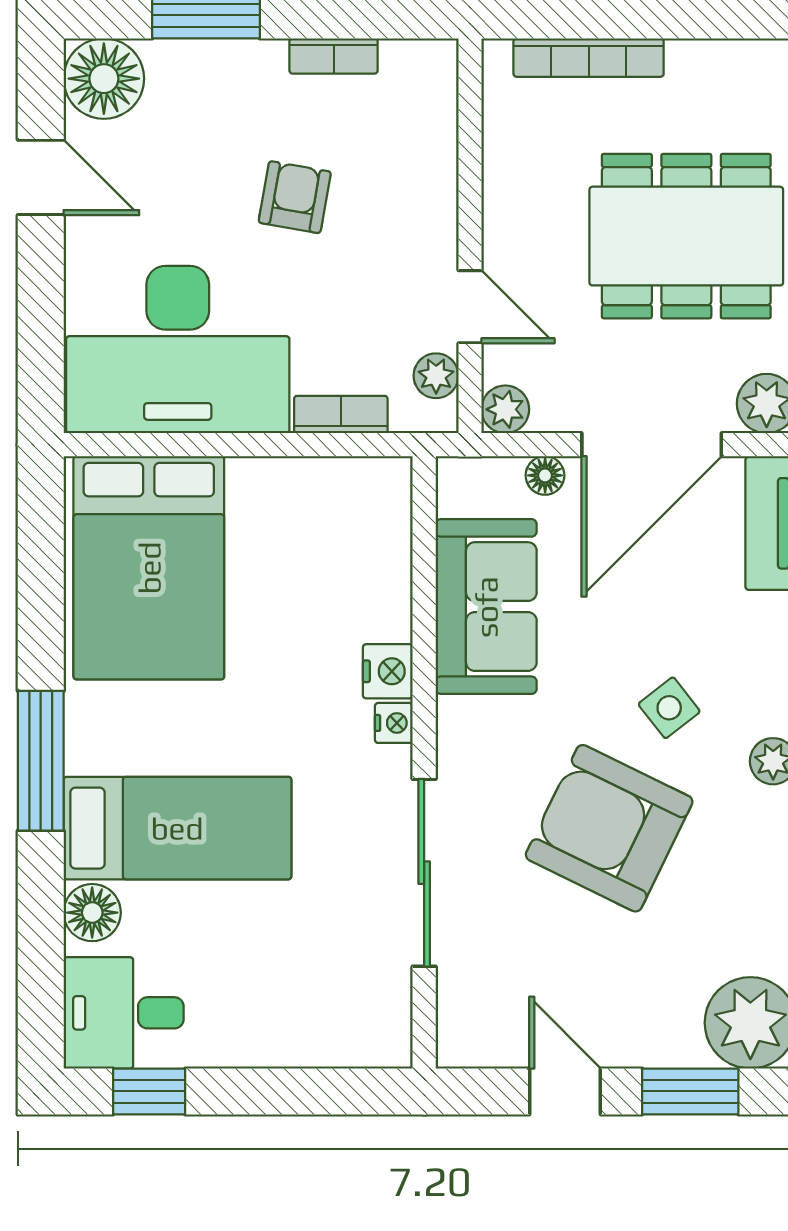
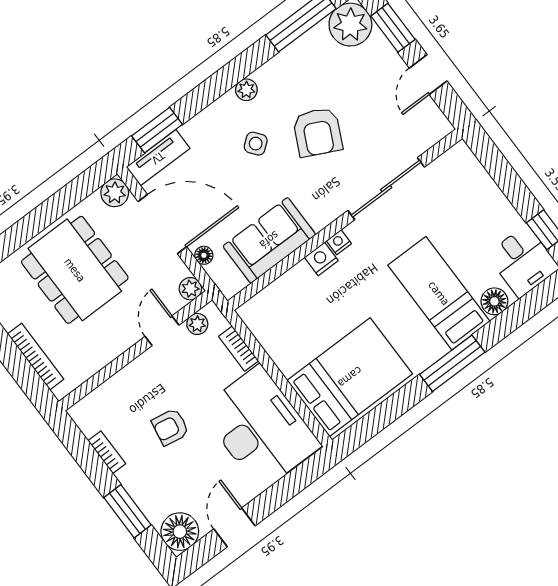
armchair: (609, 828) -> (318, 132), width x0.73, depth x0.73

